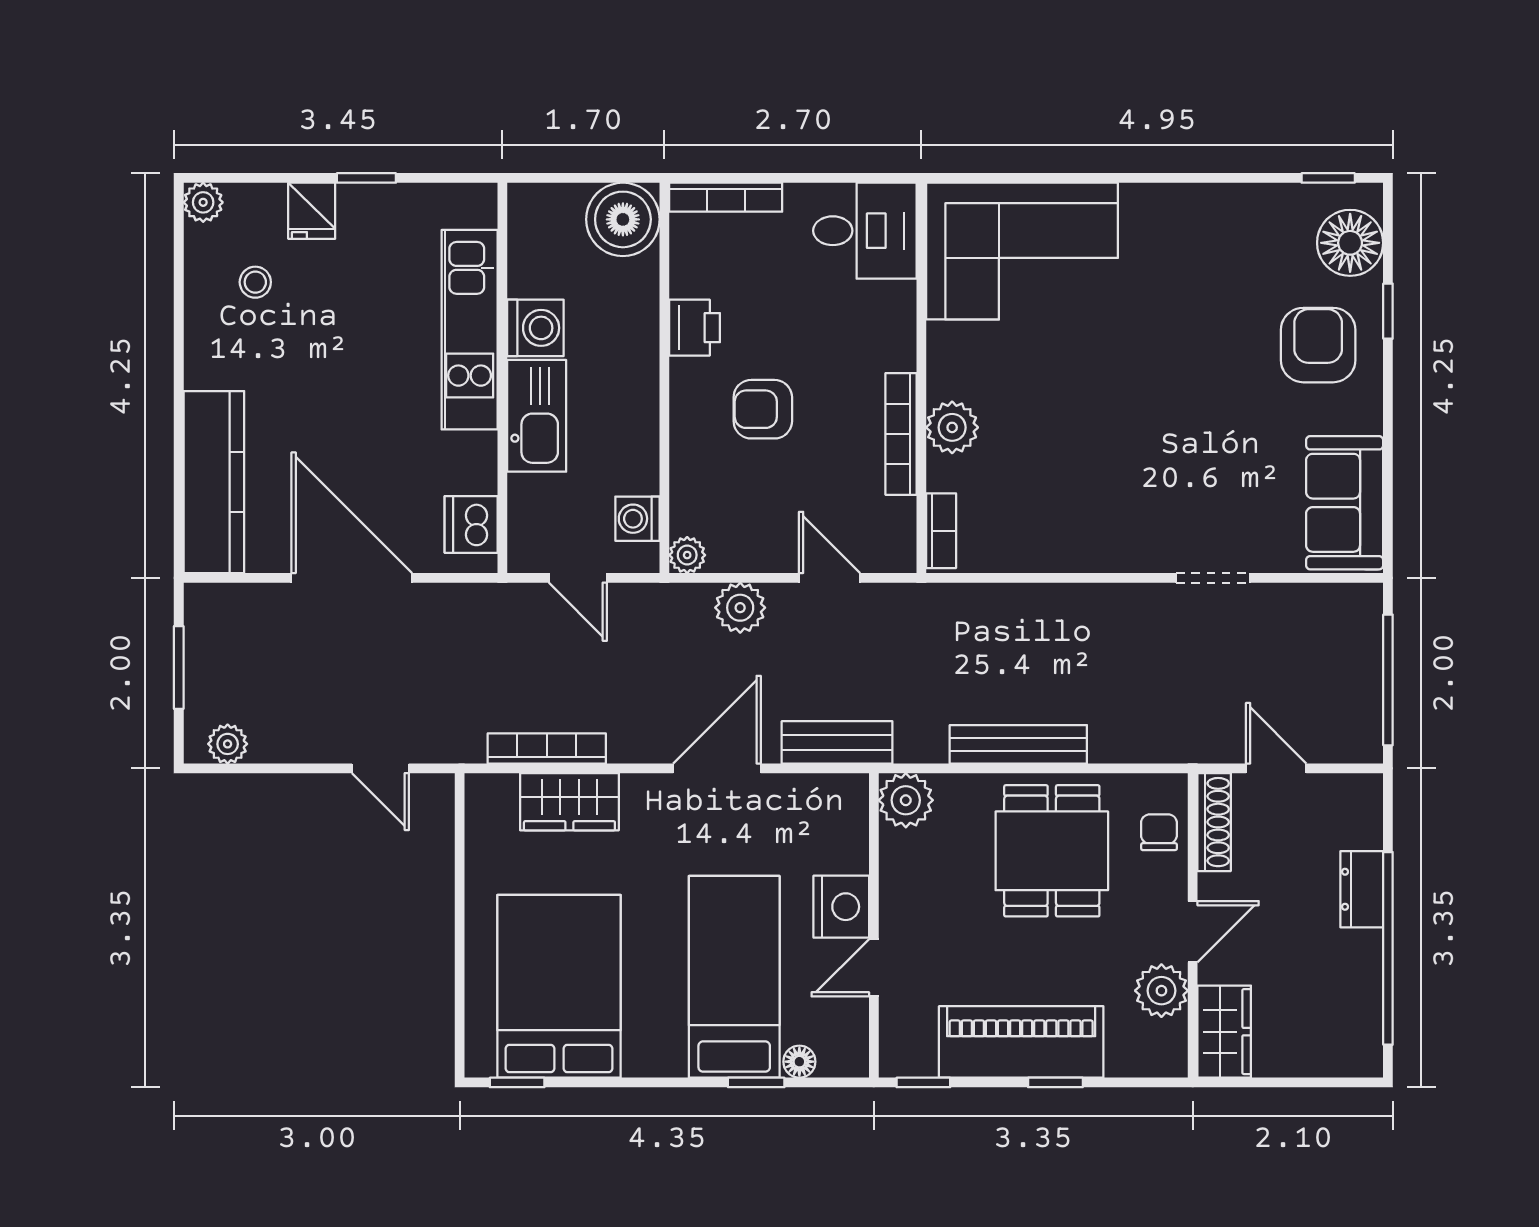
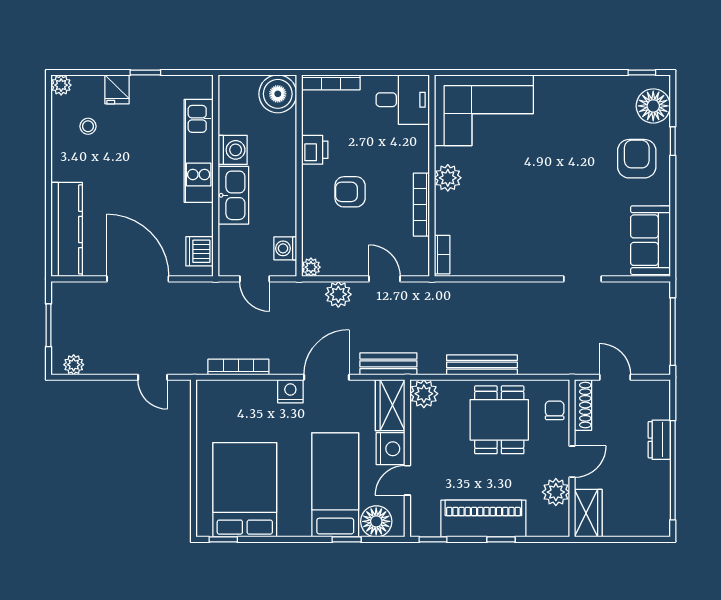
plant: (952, 427) -> (448, 178), moved
nightstand: (647, 796) -> (290, 391), added
wardrobe: (569, 802) -> (390, 405), moved, turned 90
floor lamp: (799, 1062) -> (376, 521), width x1.89, depth x1.89

